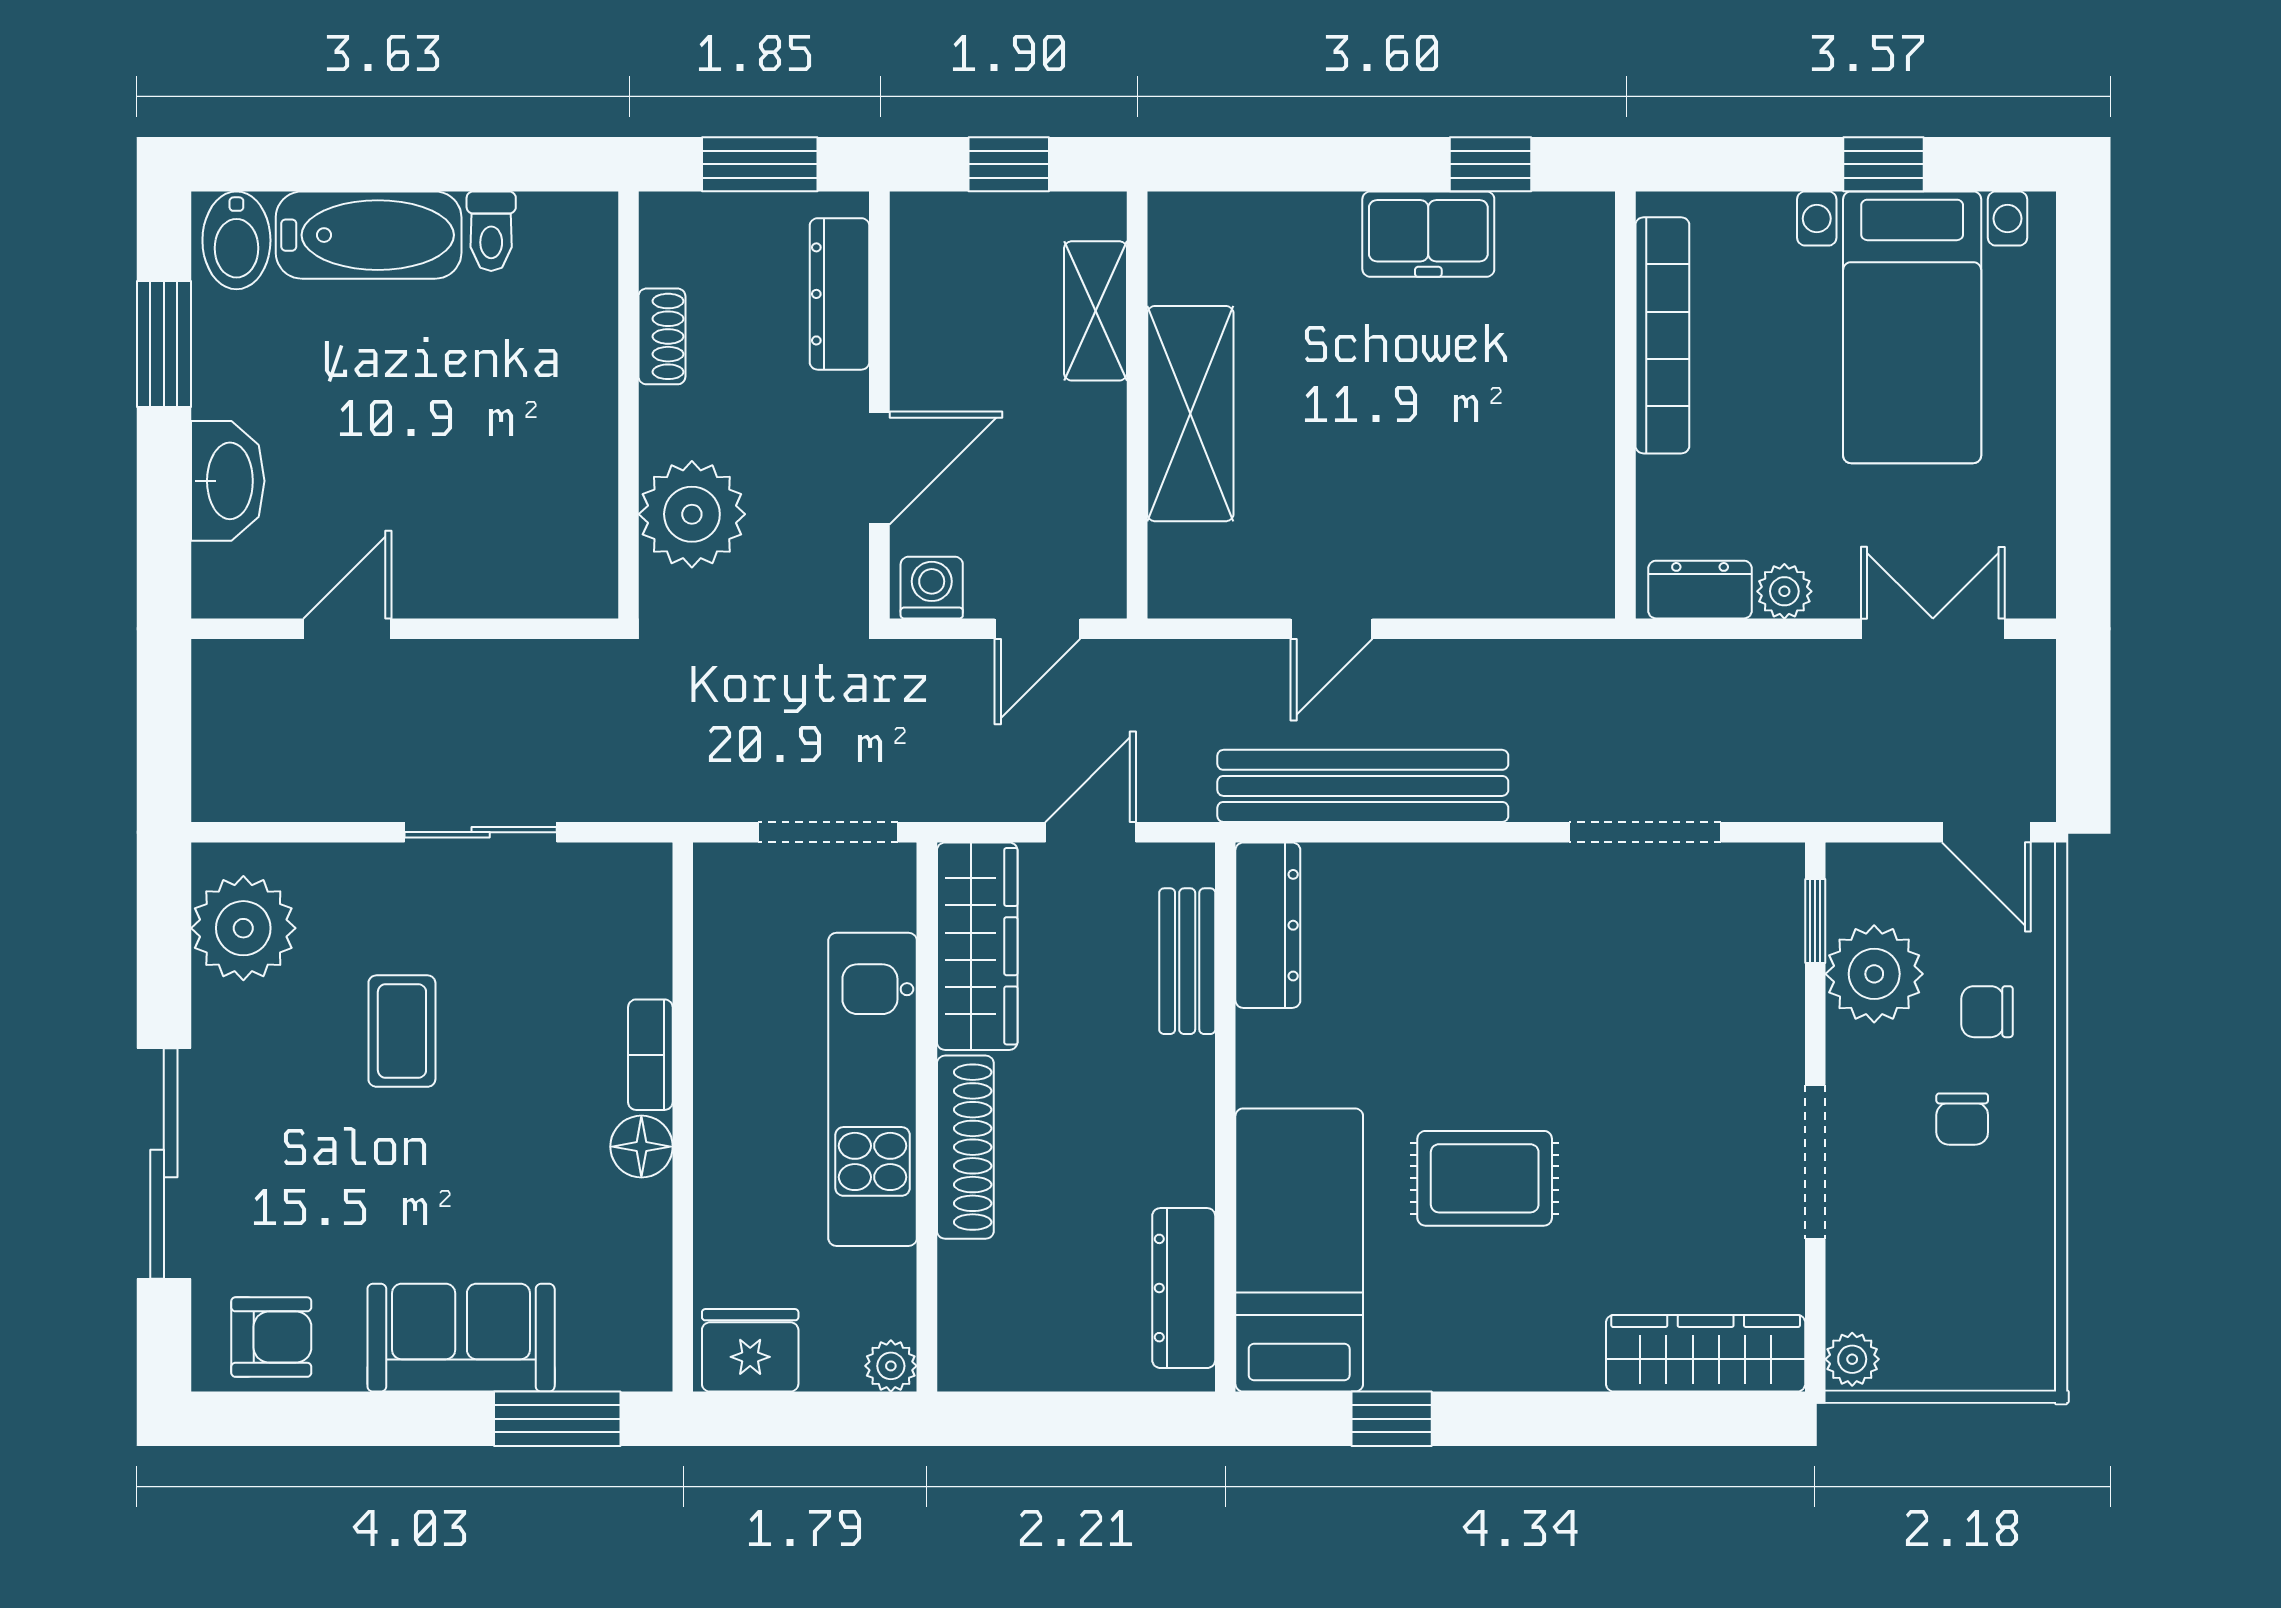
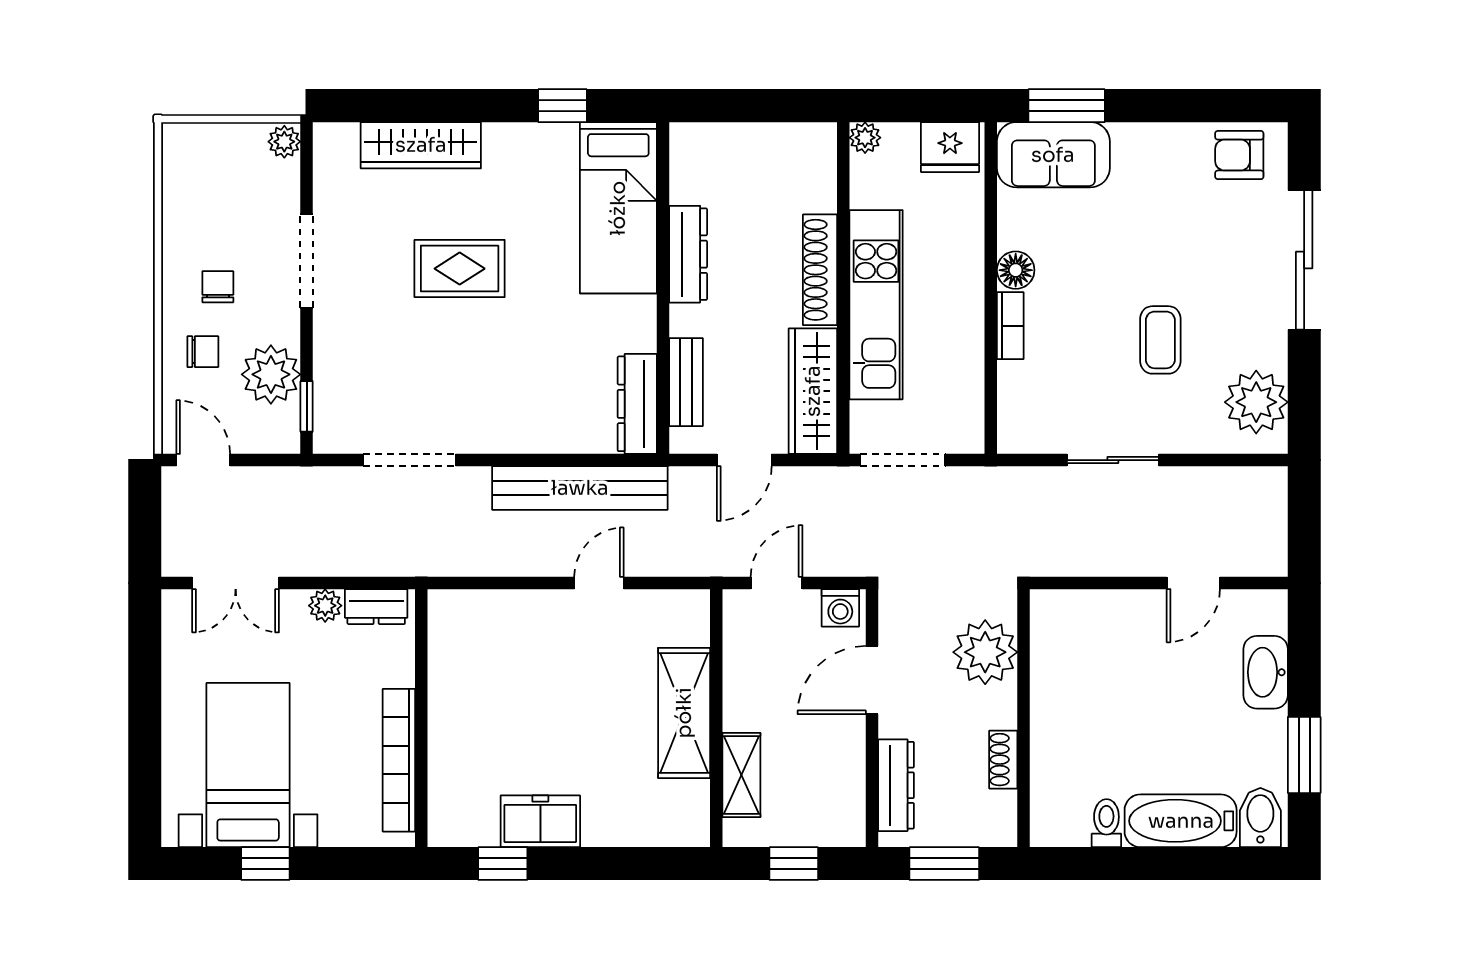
rug: (1485, 1178) -> (460, 269), moved
dresser: (1184, 1288) -> (688, 254), moved
sofa: (461, 1338) -> (1053, 155), moved
wardrobe: (1706, 1353) -> (421, 145), moved

